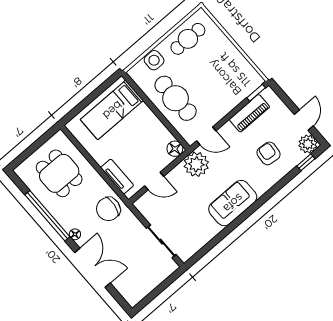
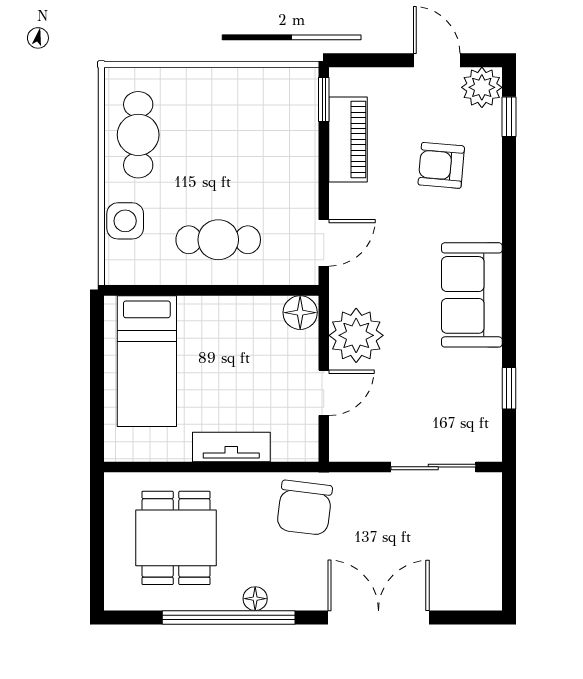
cafe table: (176, 98) -> (218, 240), width x0.73, depth x0.74
plant: (196, 164) -> (356, 335), moved
dining table: (59, 173) -> (176, 538), turned 90
tv unit: (117, 176) -> (231, 447), moved
floor lamp: (75, 234) -> (255, 599), moved
window: (211, 244) -> (509, 388), added

